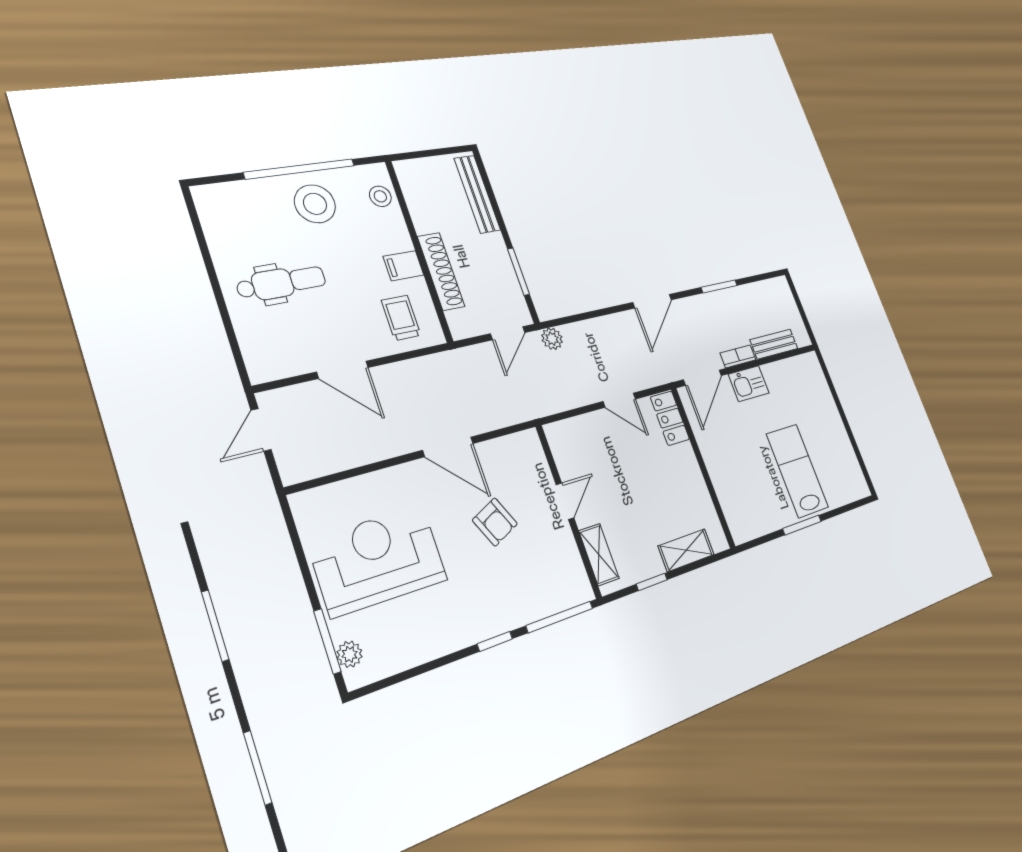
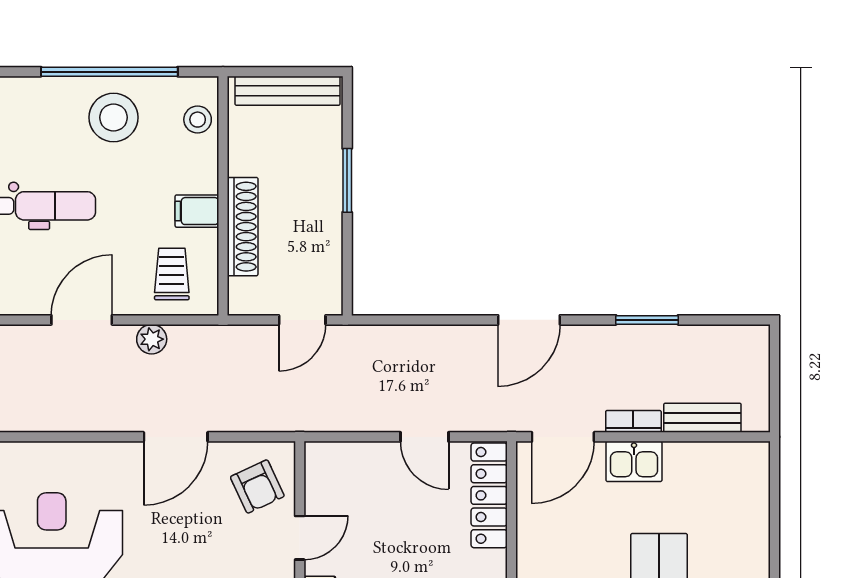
bench: (477, 194) -> (288, 91), moved, turned 90
window: (519, 272) -> (347, 180), moved
plant: (552, 339) -> (152, 339), moved
door: (343, 370) -> (82, 320), swing flipped
locker: (670, 418) -> (489, 495), width x1.53
door: (448, 447) -> (176, 437), hinge flipped
armchair: (495, 522) -> (257, 486), moved

